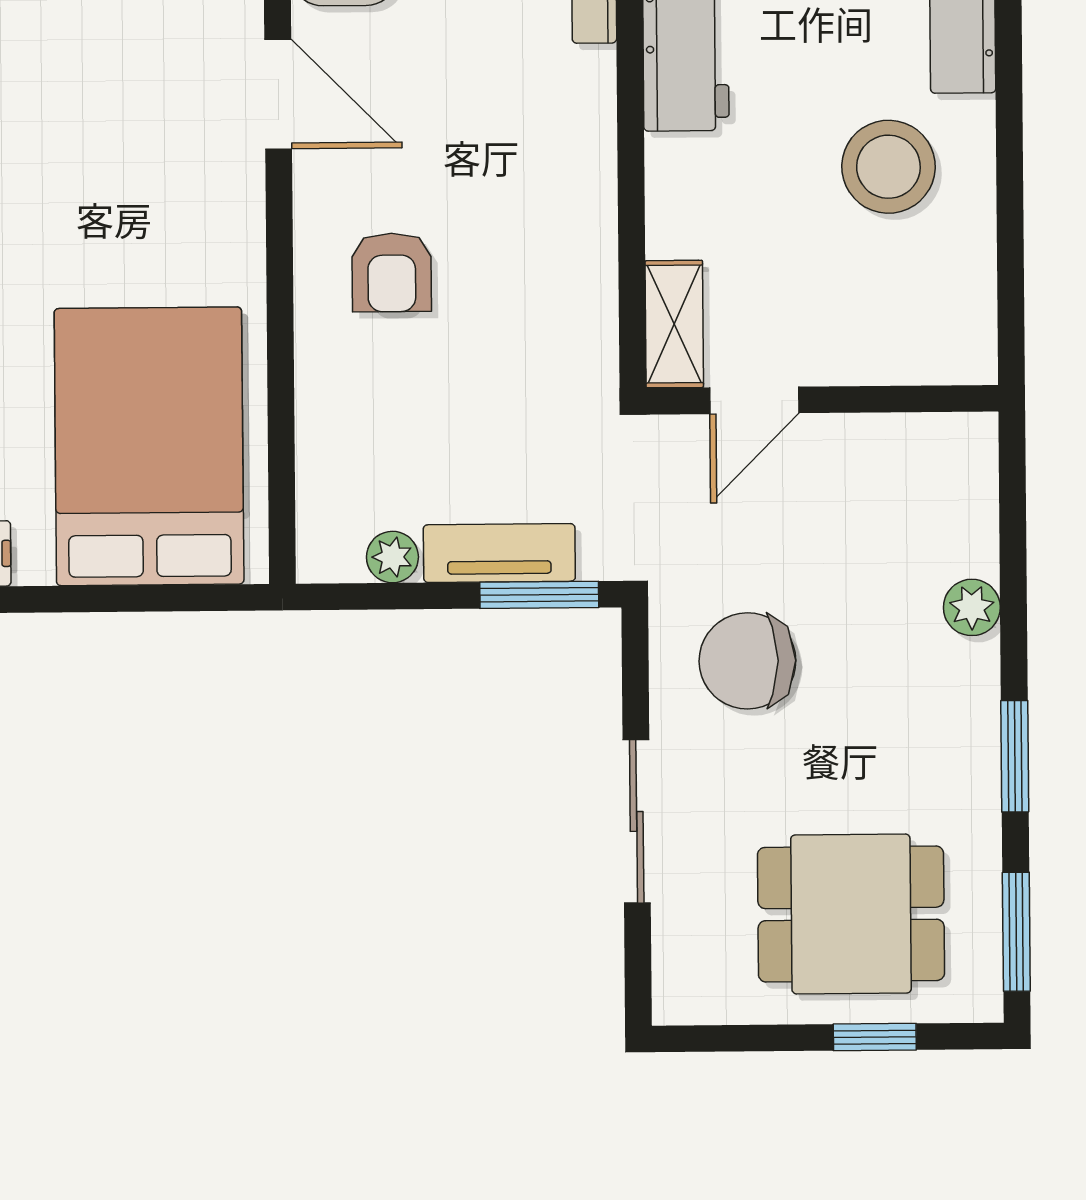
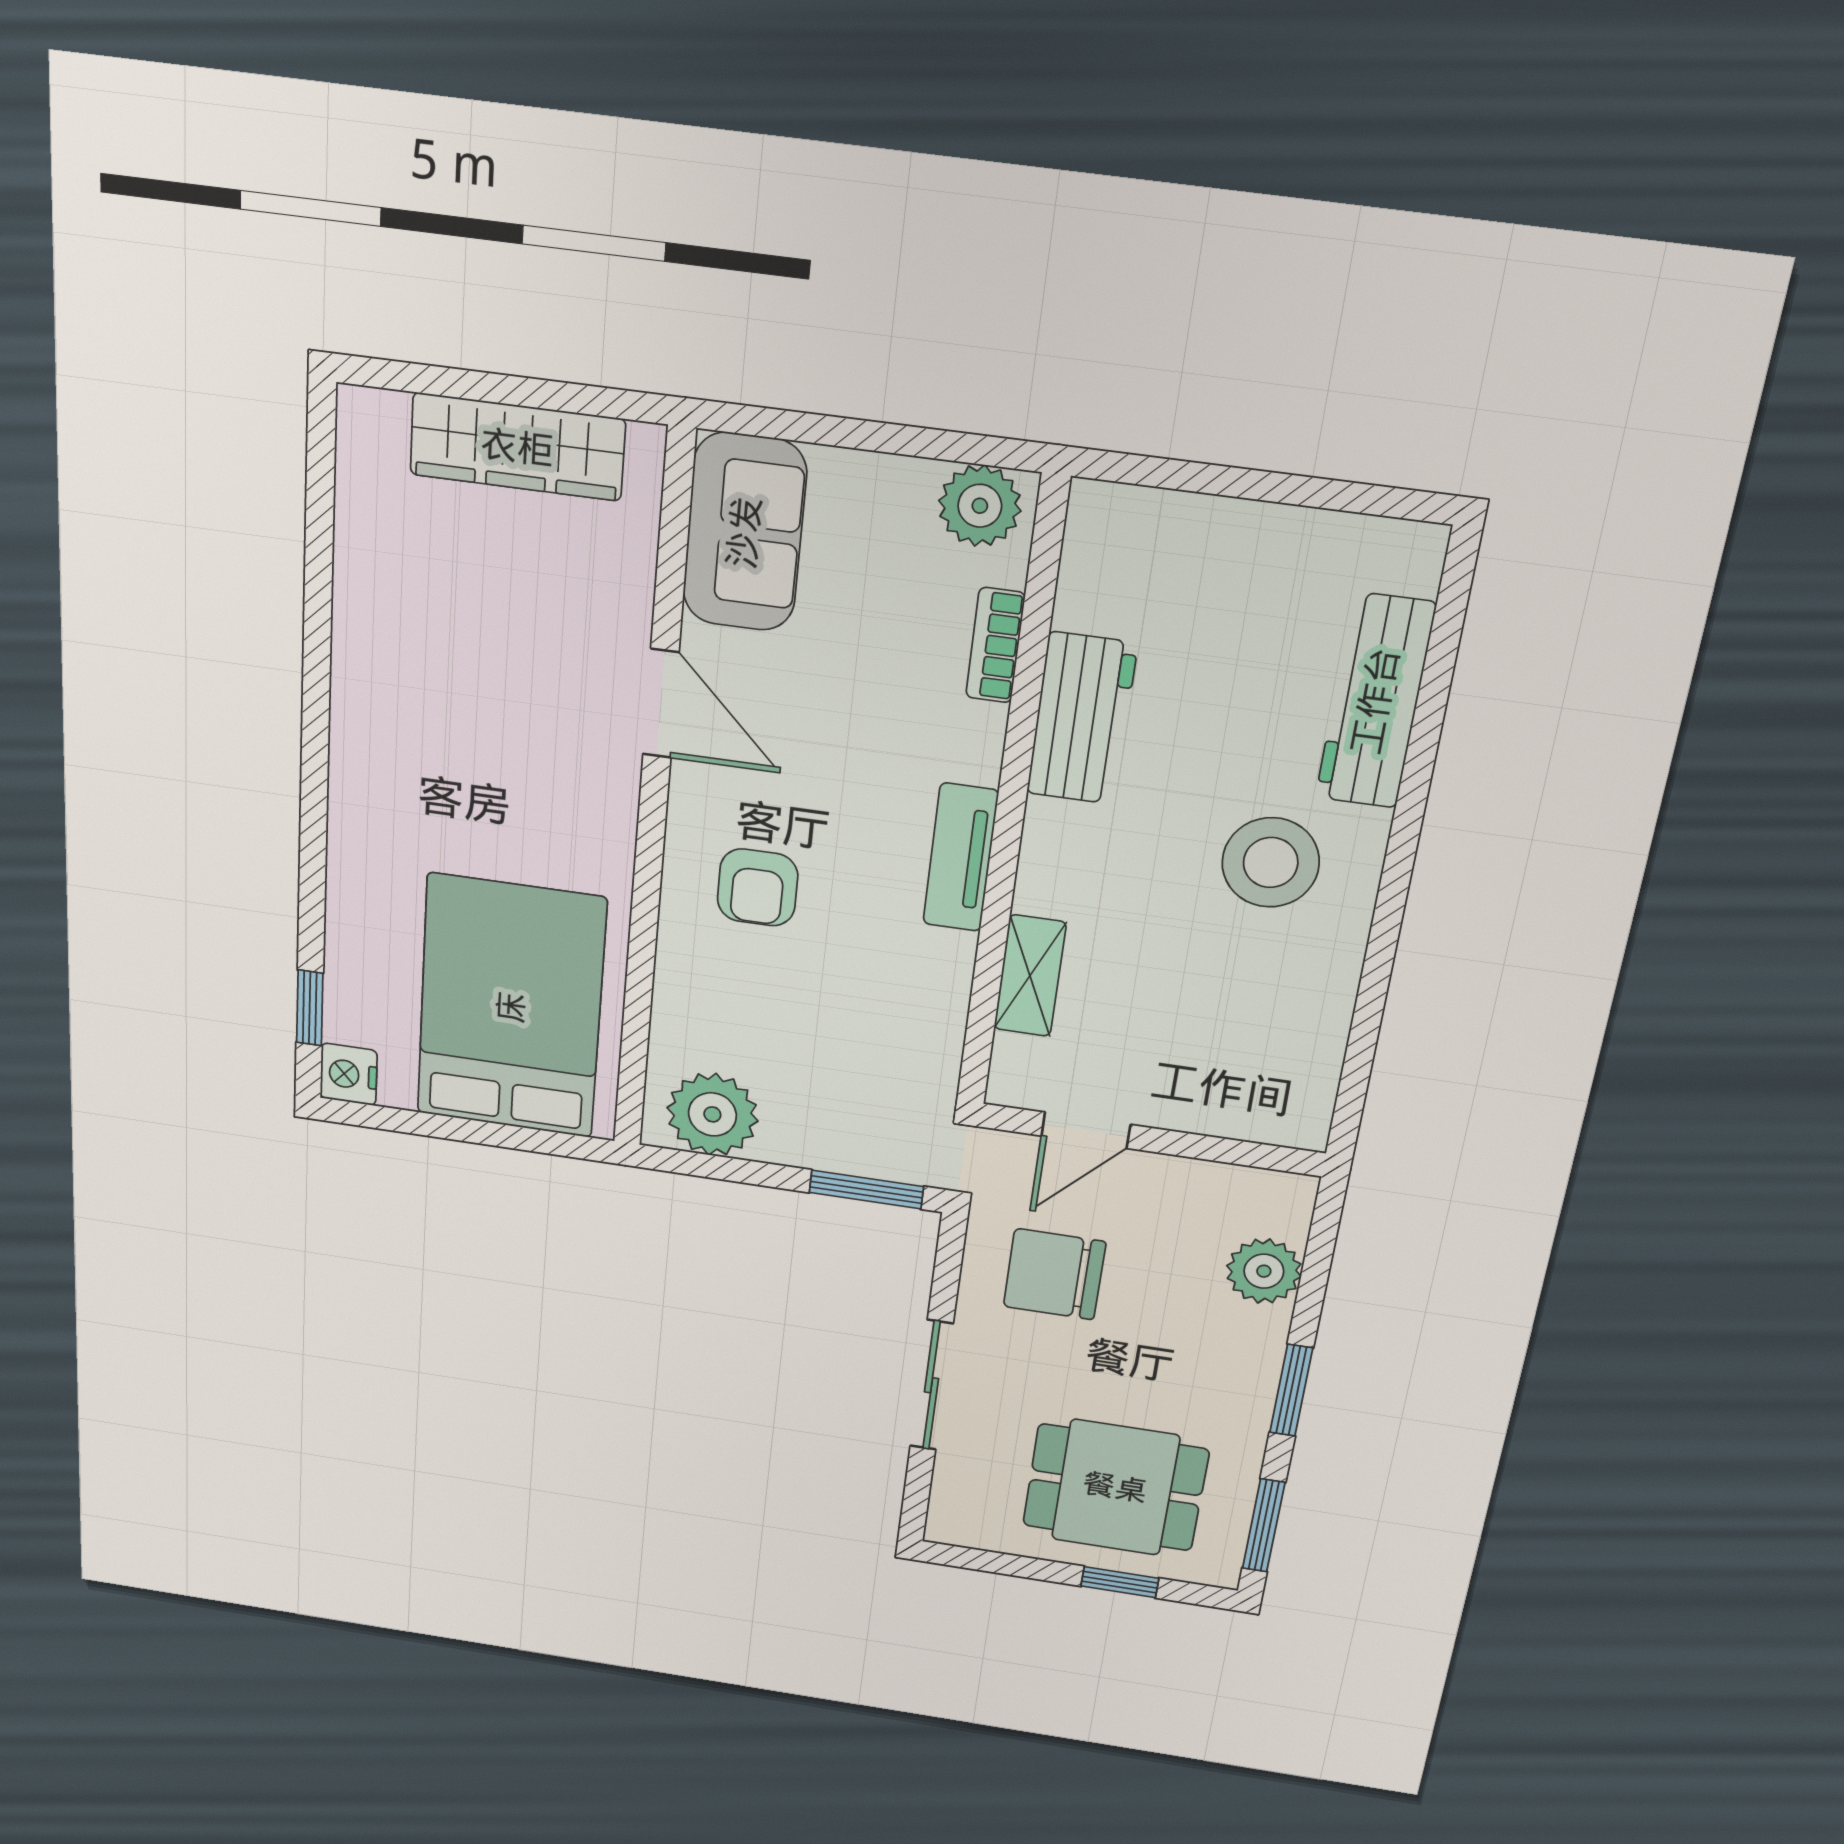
door: (754, 400) -> (1086, 1130), moved
wall: (822, 400) -> (1152, 1140), moved
tv unit: (499, 553) -> (961, 858), moved, turned -90
plant: (392, 557) -> (712, 1114), width x1.88, depth x1.88
plant: (972, 607) -> (1264, 1271), width x1.38, depth x1.38

